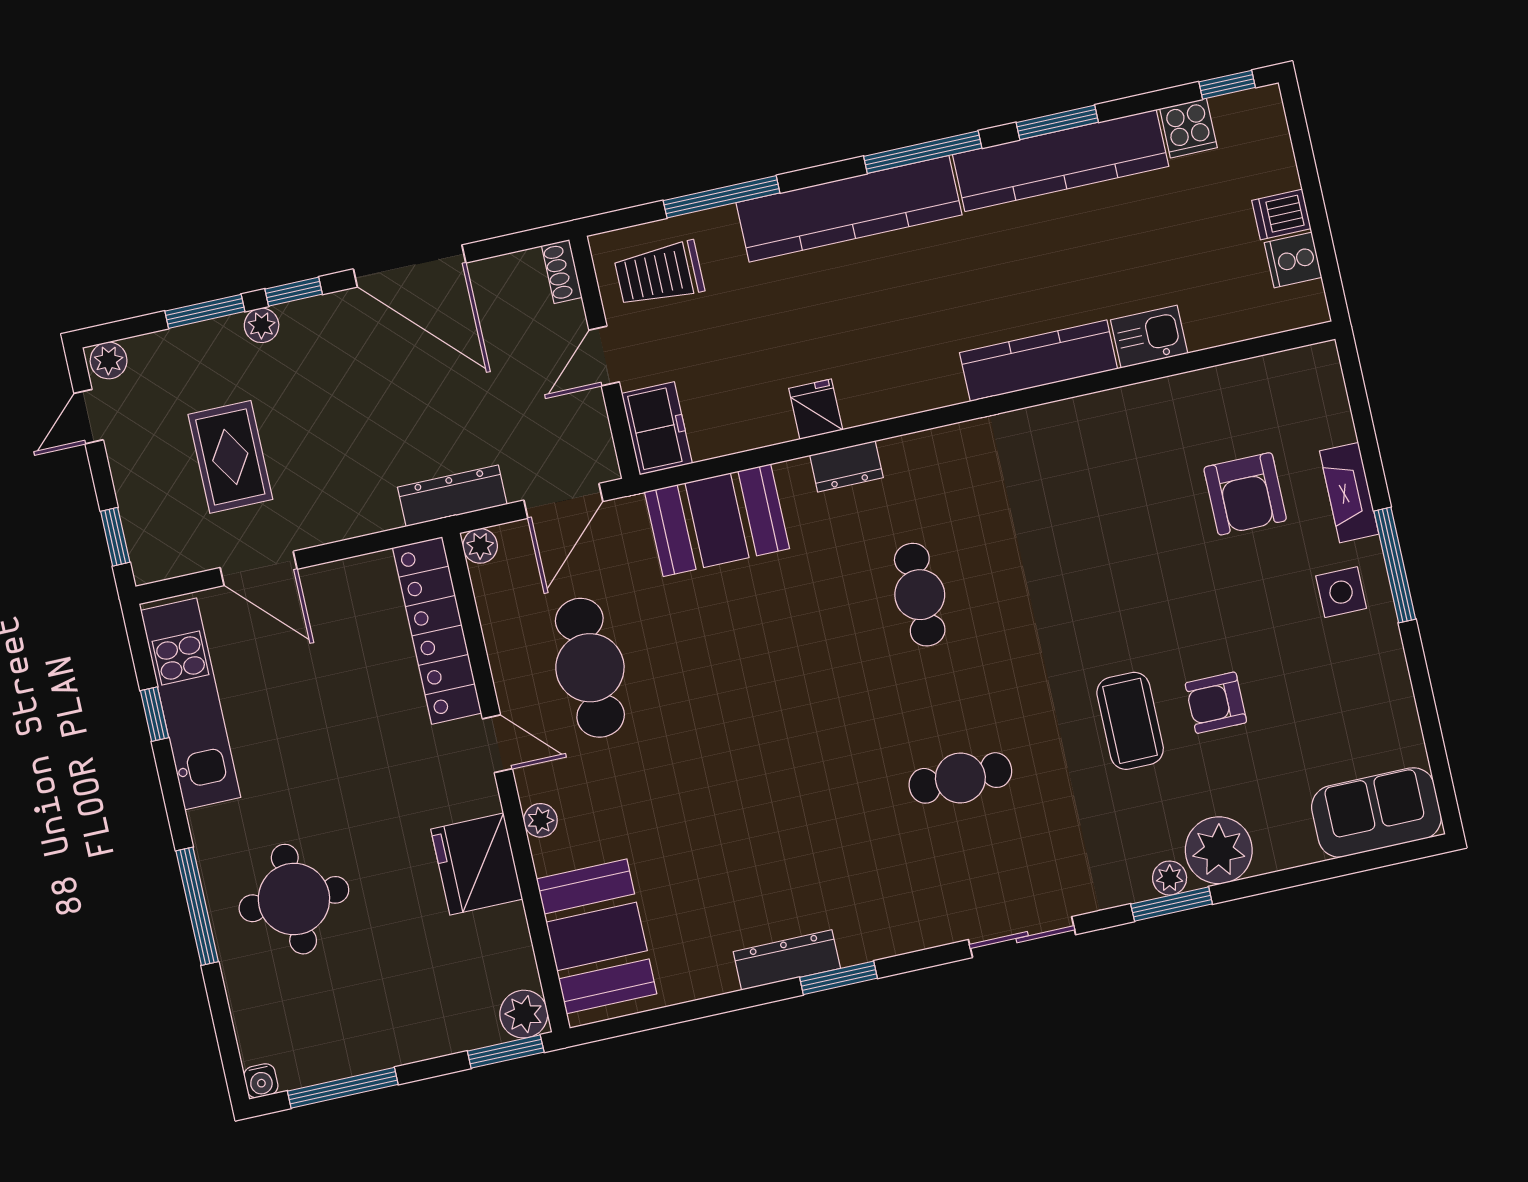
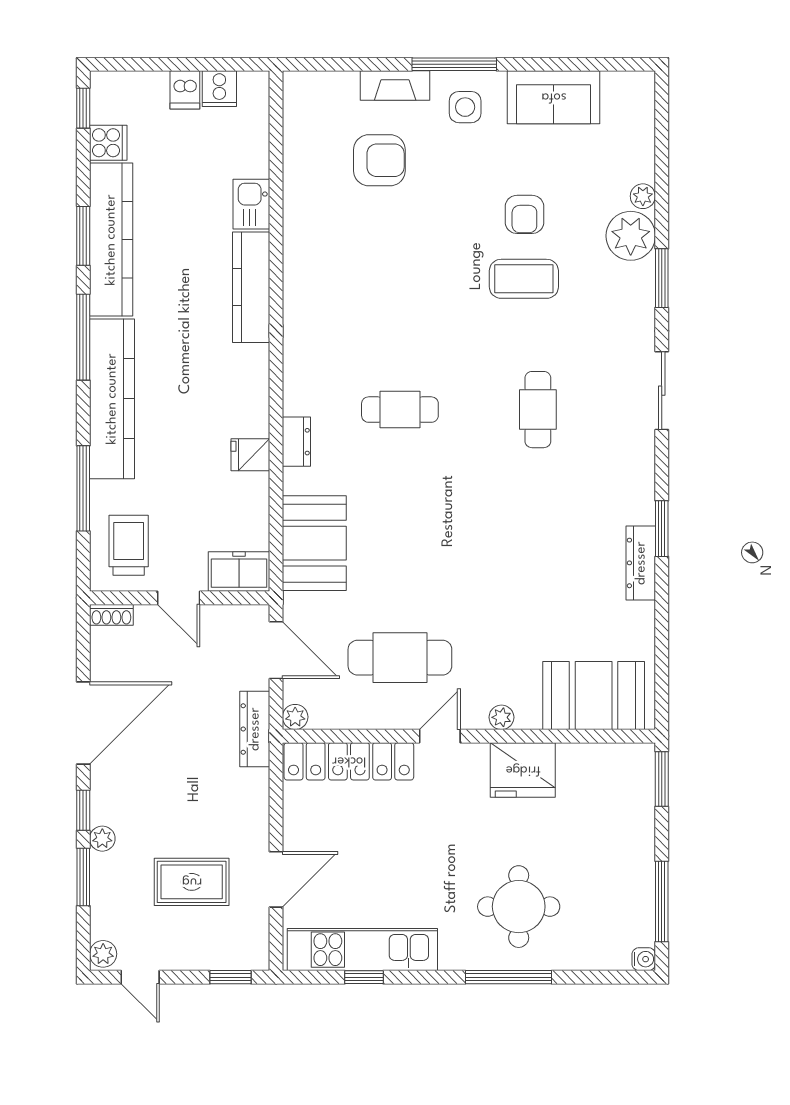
trolley: (659, 274) -> (129, 545), turned 180
sofa: (1376, 812) -> (554, 97), moved, turned -90
plant: (1170, 878) -> (643, 196), moved
plant: (524, 1014) -> (638, 760), removed

